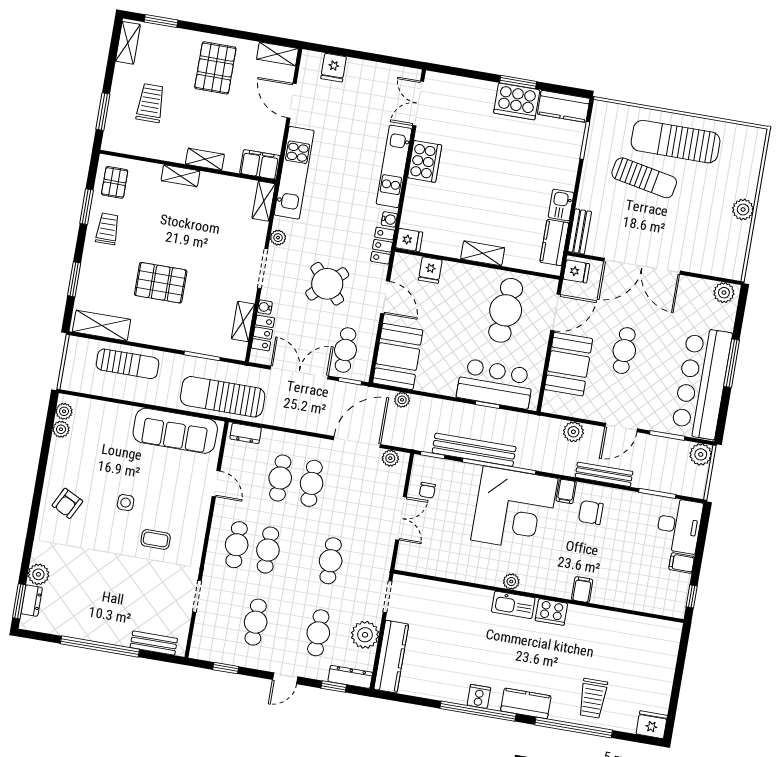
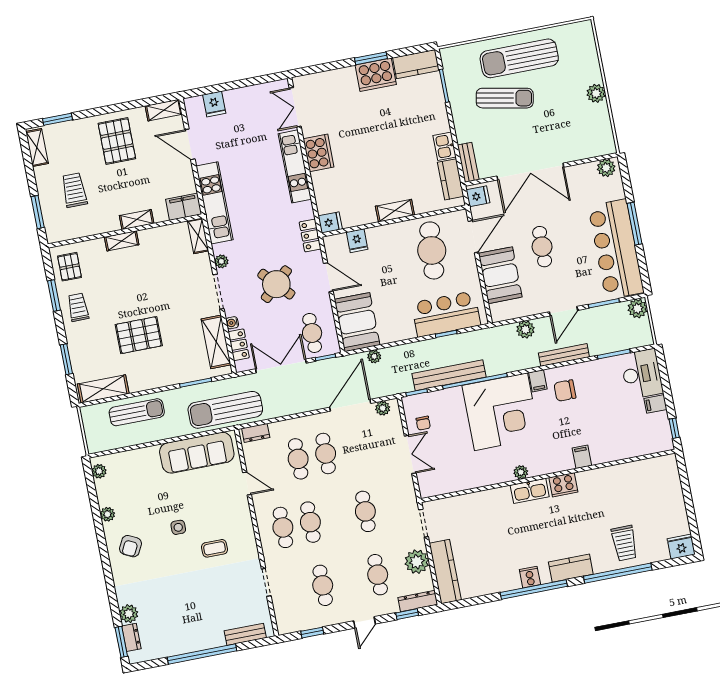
water cooler: (389, 219) -> (307, 212), removed
shelving: (243, 321) -> (216, 342), width x1.50, depth x1.33
plant: (61, 429) -> (107, 514), moved

